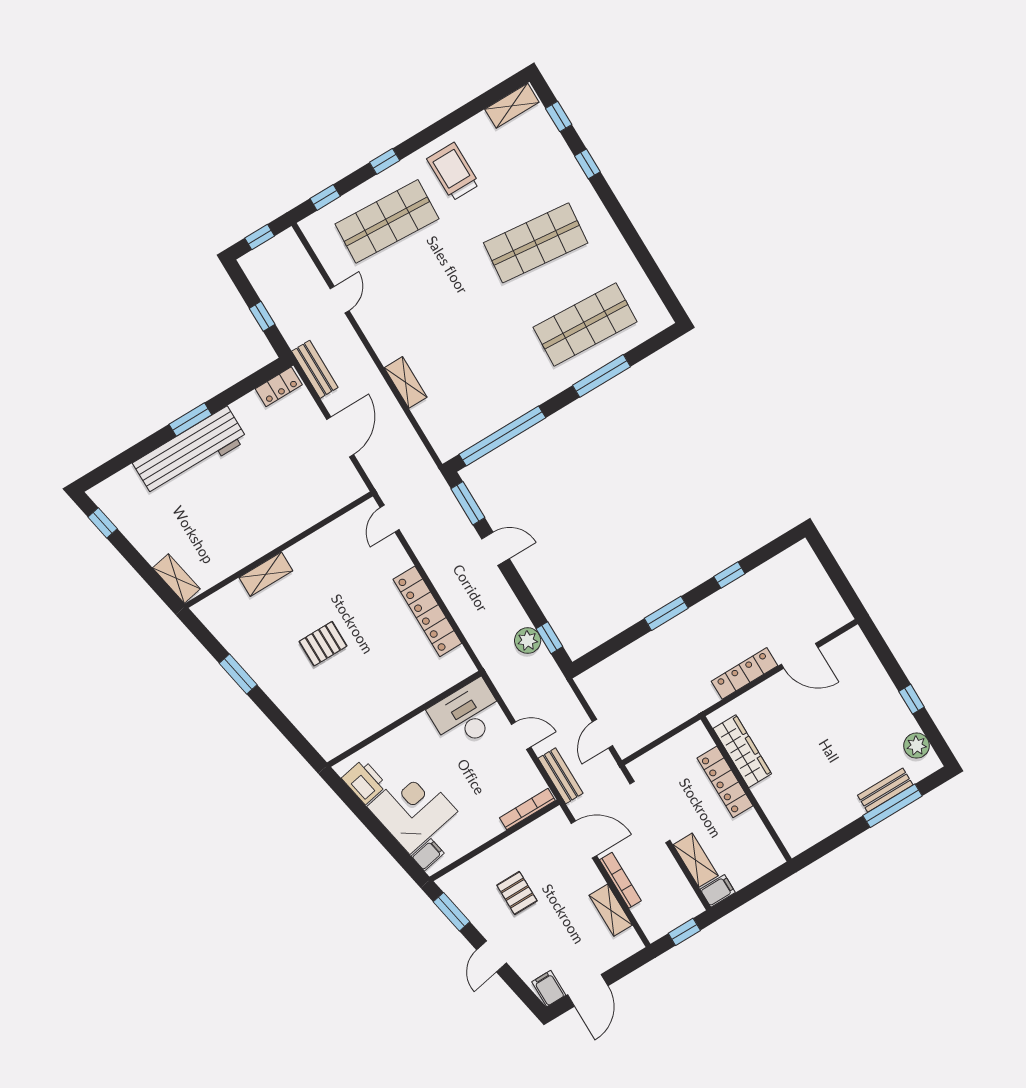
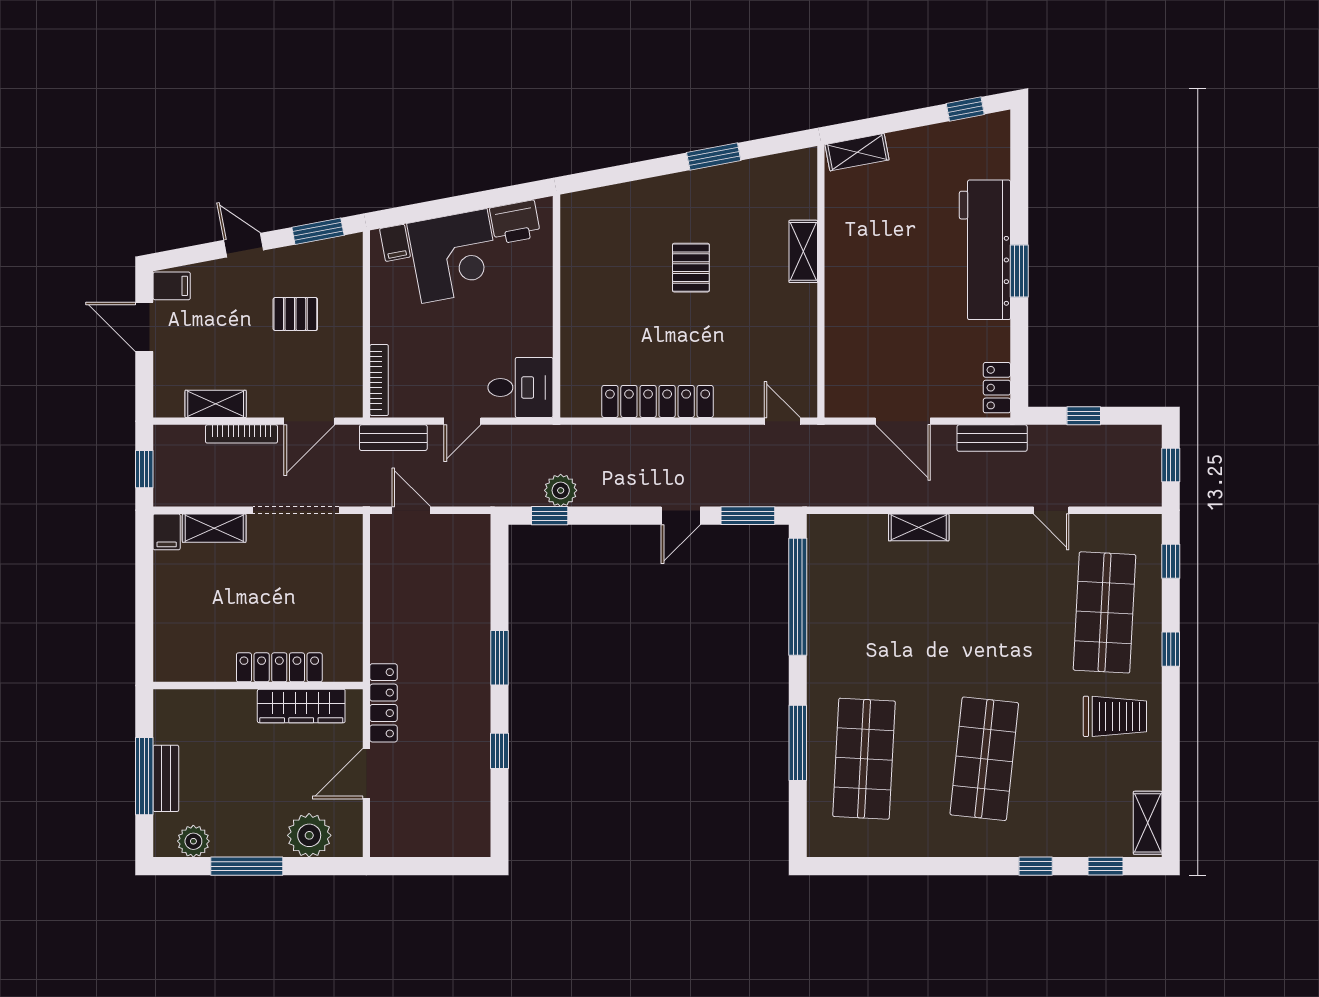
plant: (865, 669) -> (309, 835), added
window: (912, 699) -> (247, 866), width x2.17
desk: (467, 715) -> (520, 388), width x0.73
wardrobe: (742, 751) -> (301, 706), moved
locker: (725, 782) -> (279, 667), moved
wall: (746, 789) -> (258, 686), moved

